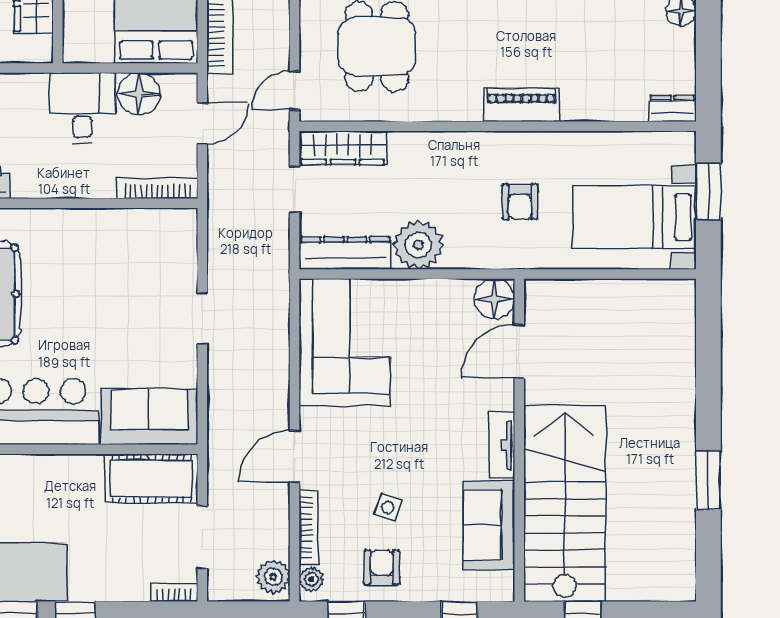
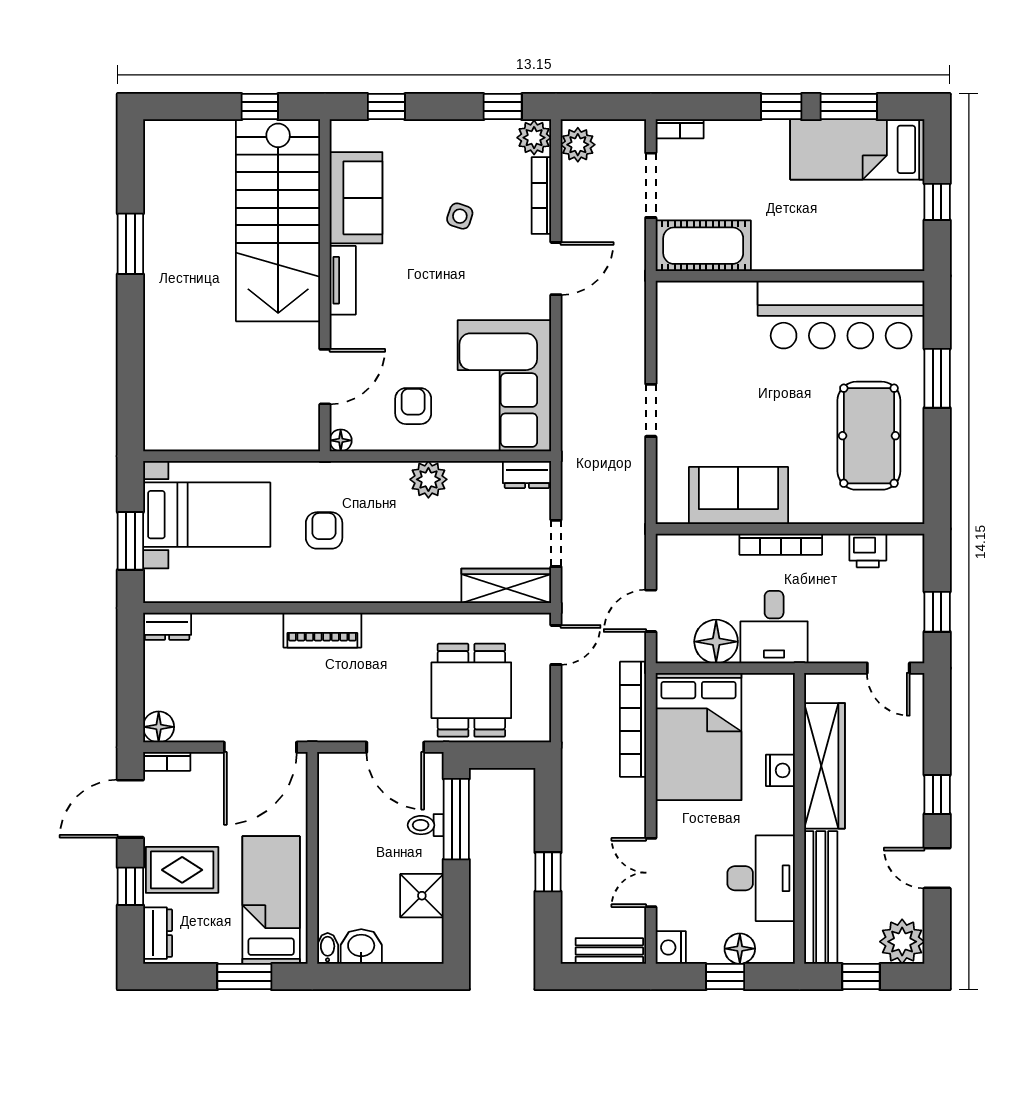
bookcase: (158, 188) -> (781, 544), moved
plant: (419, 245) -> (428, 479), width x0.73, depth x0.73
dresser: (345, 253) -> (527, 474), width x0.51, depth x0.80
floor lamp: (494, 299) -> (341, 440), width x0.53, depth x0.53
sofa: (149, 417) -> (738, 495), moved, turned 180
armchair: (382, 567) -> (413, 406), moved, turned 180
plant: (311, 579) -> (534, 138), width x1.38, depth x1.38

